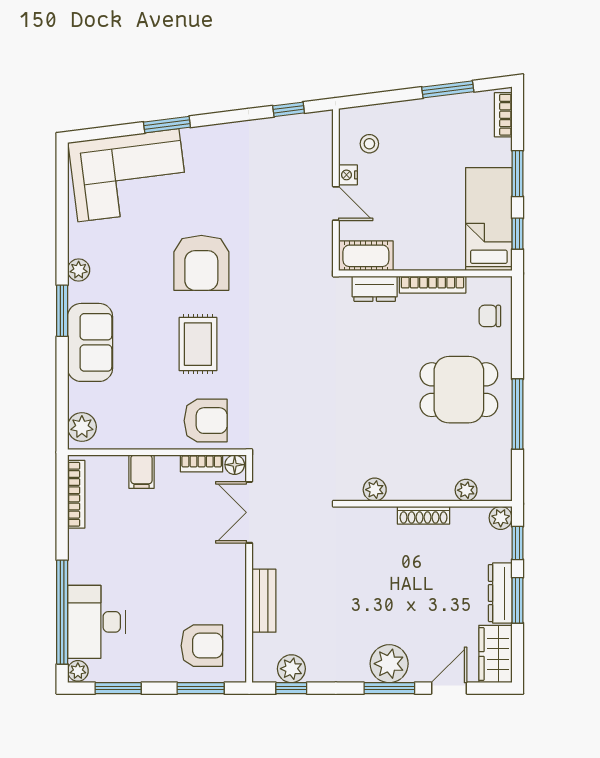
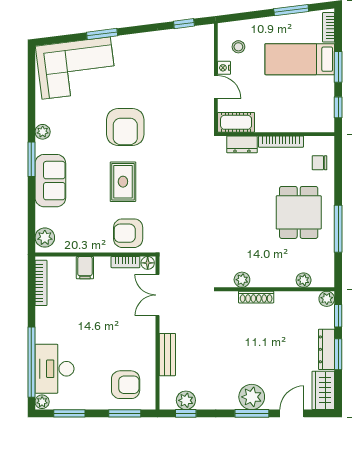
bed: (489, 219) -> (300, 59), moved, turned -90
dining table: (459, 390) -> (299, 212), turned 90
armchair: (206, 421) -> (128, 233), turned 180
shoe rack: (424, 515) -> (256, 297), moved

